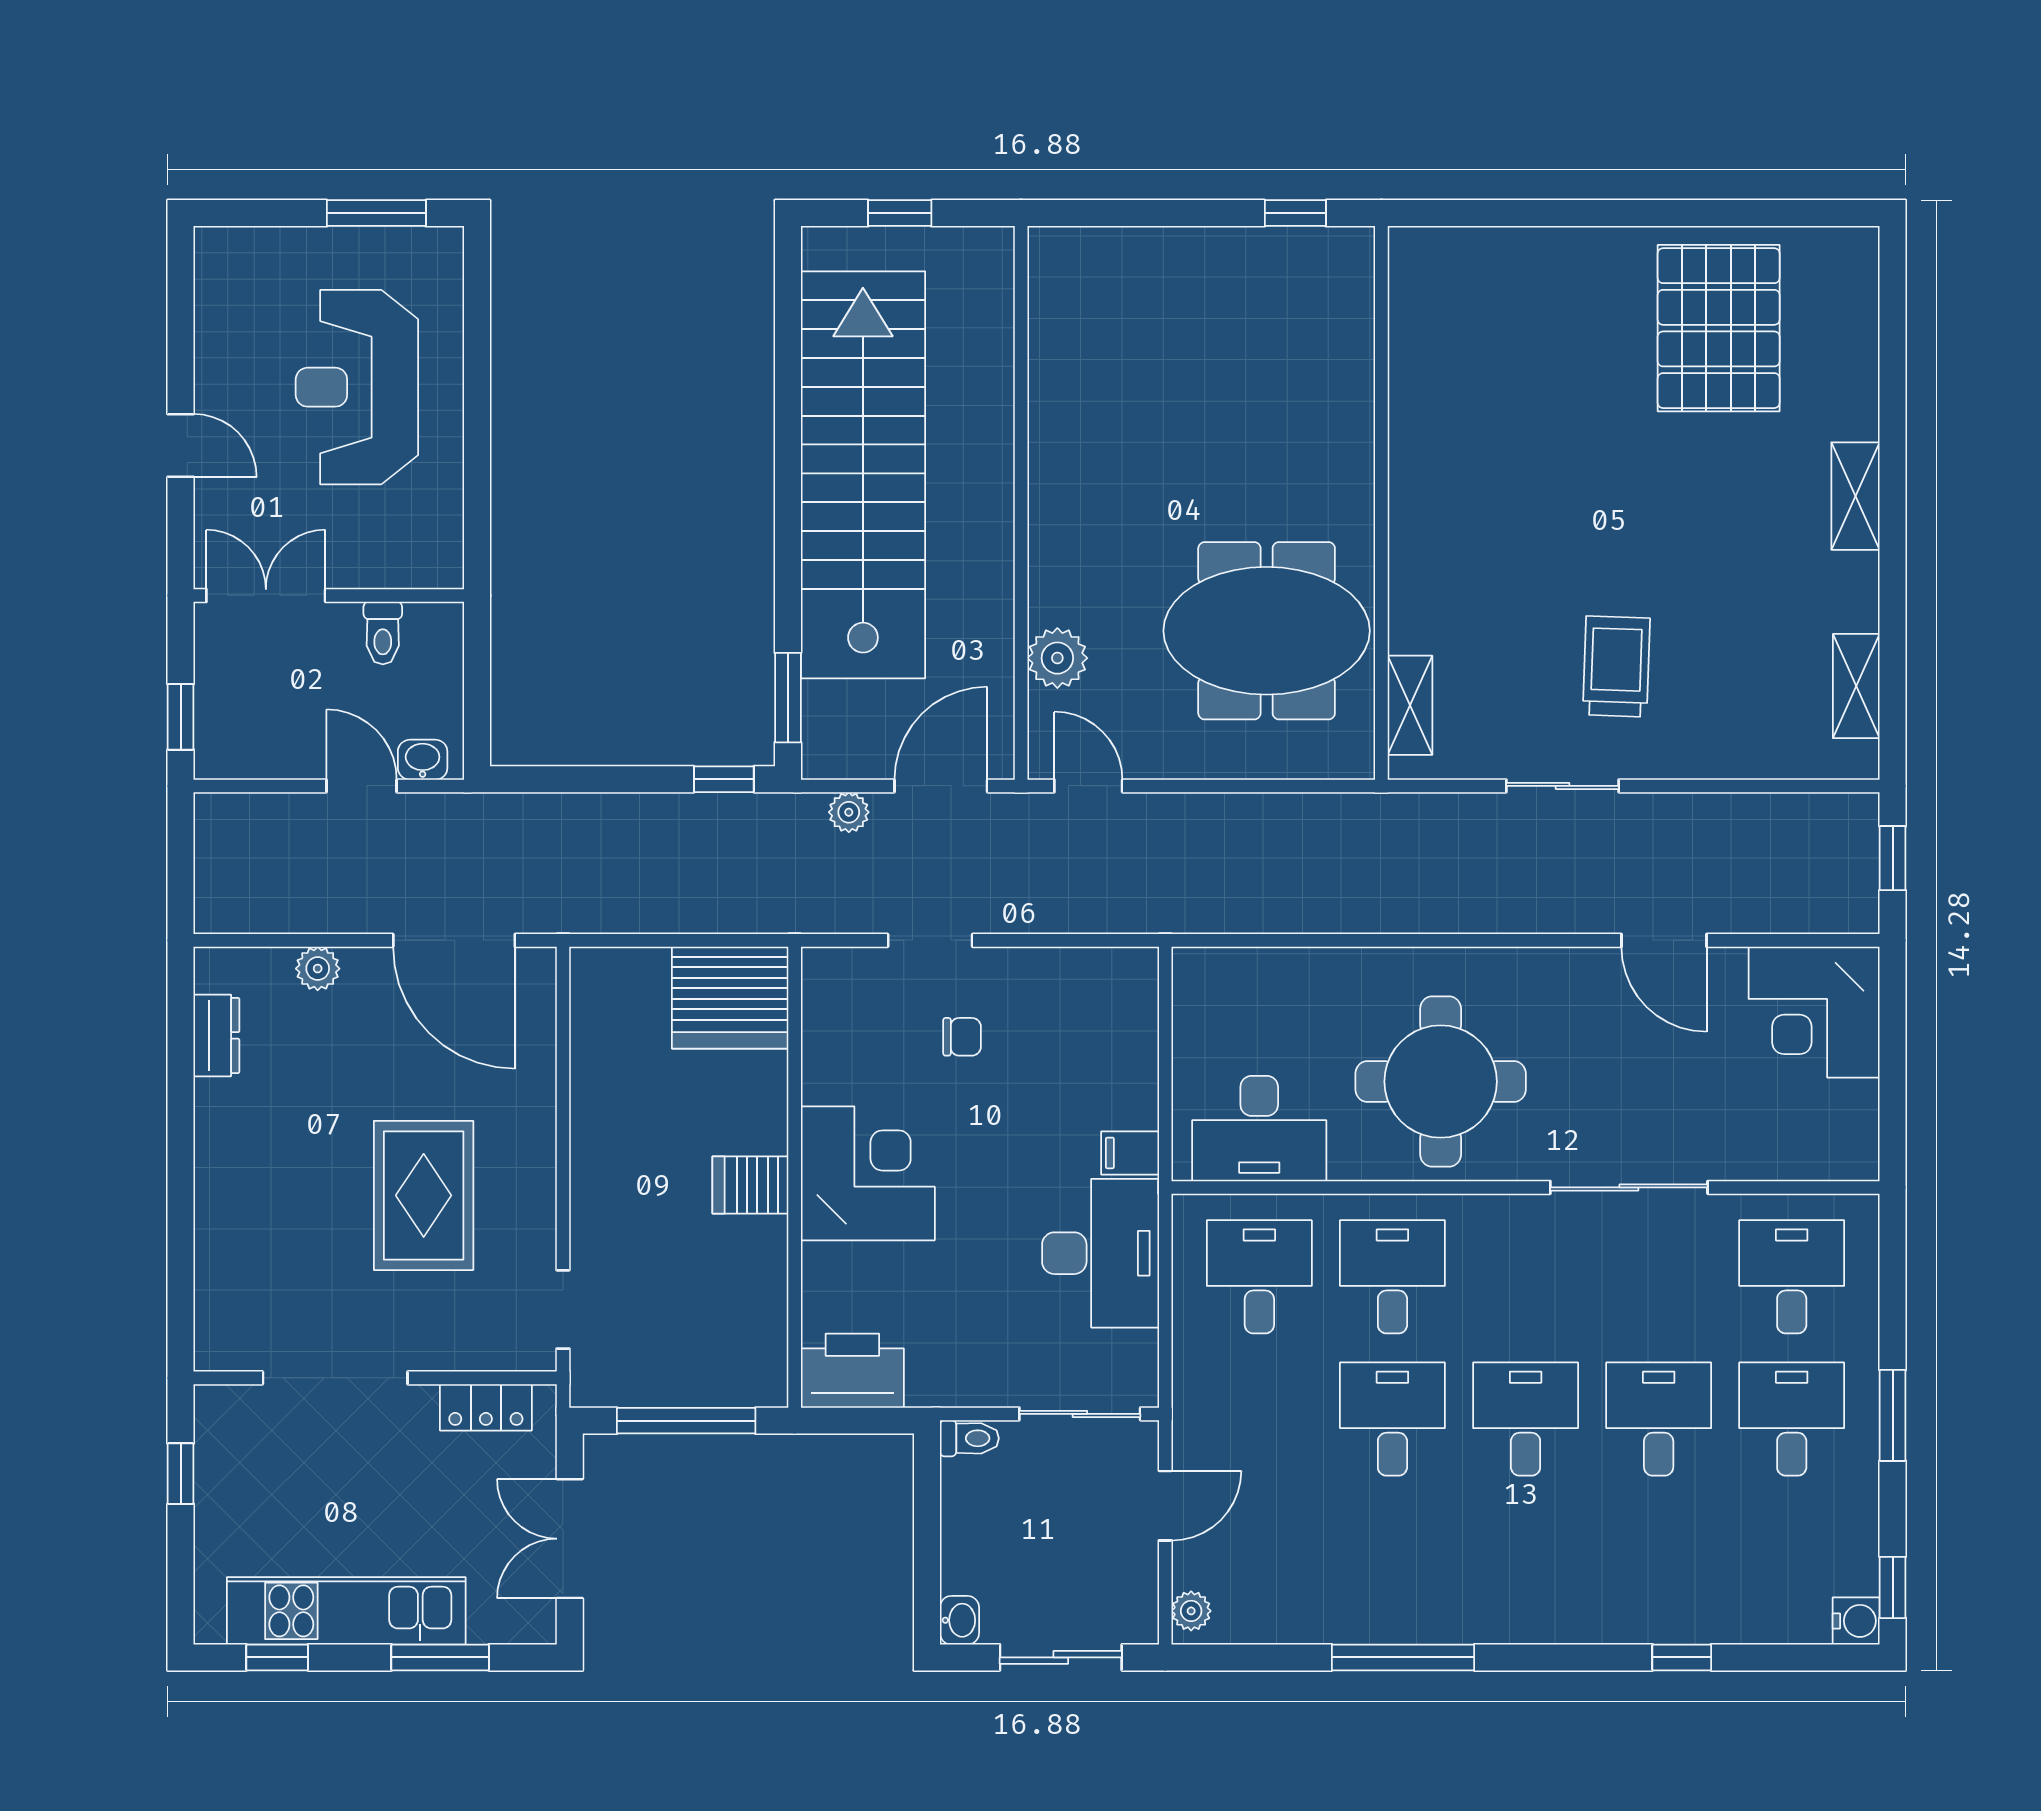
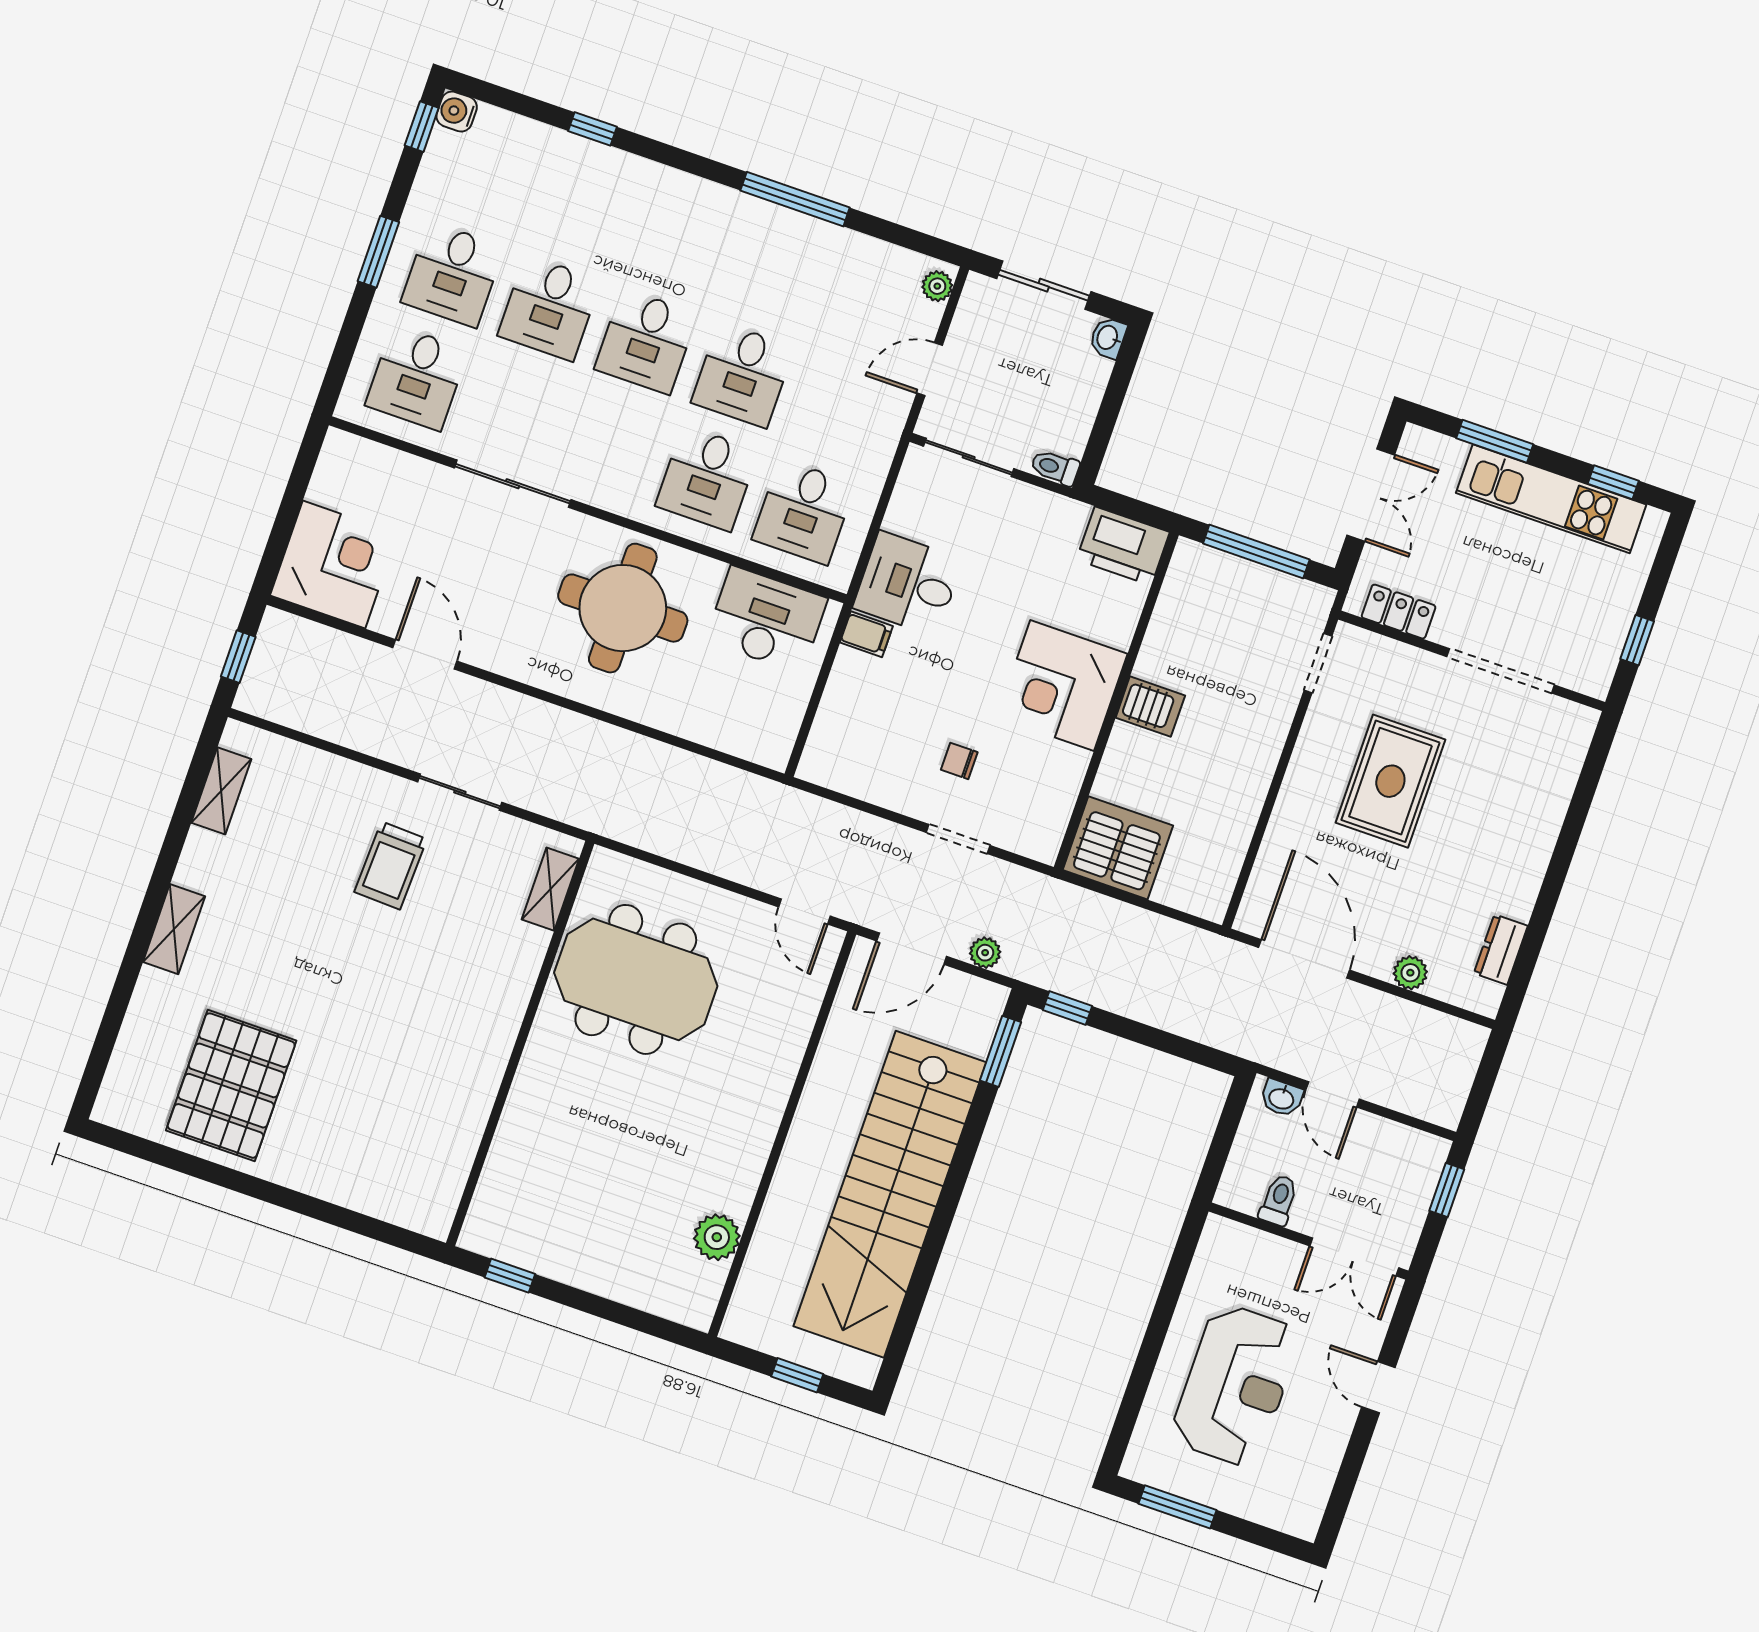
plant: (1057, 658) -> (717, 1237), moved
desk: (1101, 1253) -> (908, 584), width x0.73

